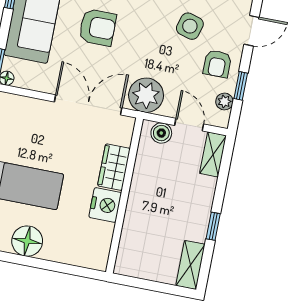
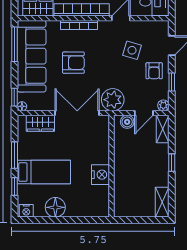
plant: (224, 101) -> (163, 105), moved
door: (189, 125) -> (144, 113), swing flipped
wardrobe: (114, 167) -> (40, 123), moved, turned -90
window: (213, 226) -> (172, 163), moved

